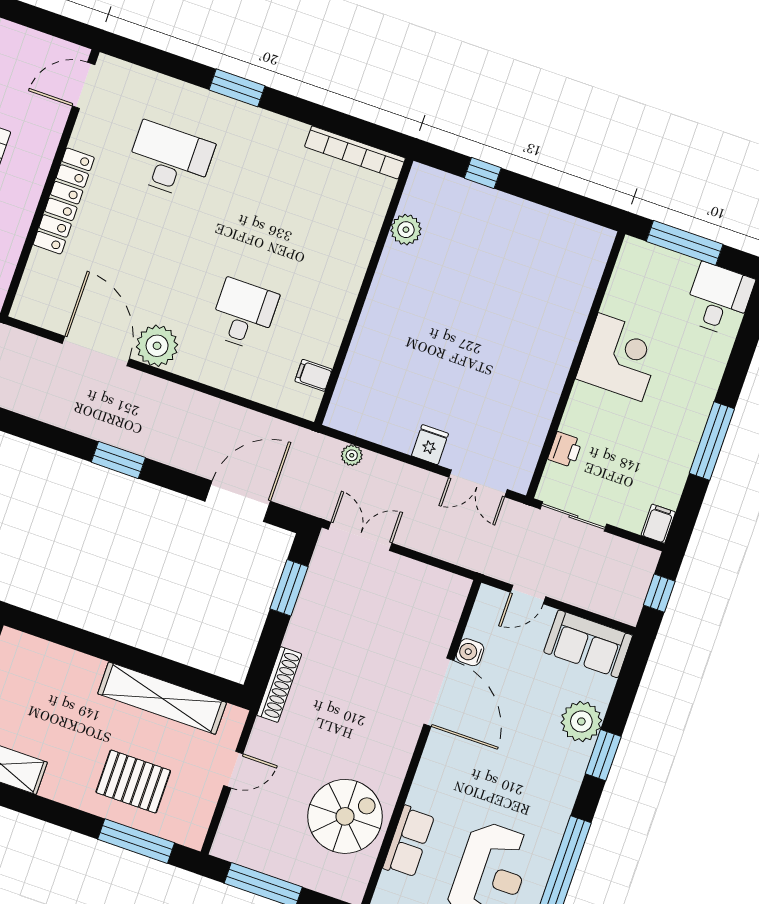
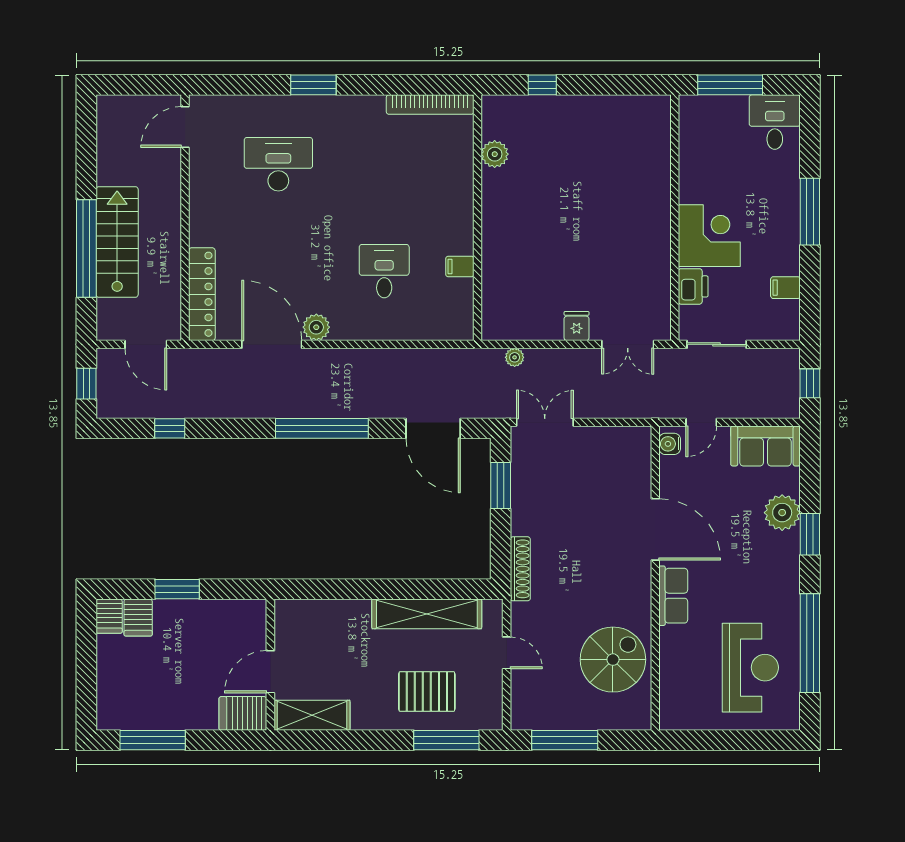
locker: (64, 201) -> (202, 294), moved
plant: (157, 346) -> (316, 327), width x0.73, depth x0.73
corner desk: (620, 357) -> (709, 236), moved
filing cabinet: (314, 375) -> (460, 267), moved
window: (712, 441) -> (810, 212), moved
printer: (565, 450) -> (693, 286), width x1.36, depth x1.24
window: (118, 460) -> (322, 428), width x2.11
door: (238, 501) -> (433, 428), swing flipped
filing cabinet: (658, 524) -> (785, 288), moved, turned -90
water cooler: (470, 652) -> (670, 444), moved
door: (233, 770) -> (507, 653), hinge flipped
row of seats: (409, 842) -> (673, 596), moved

